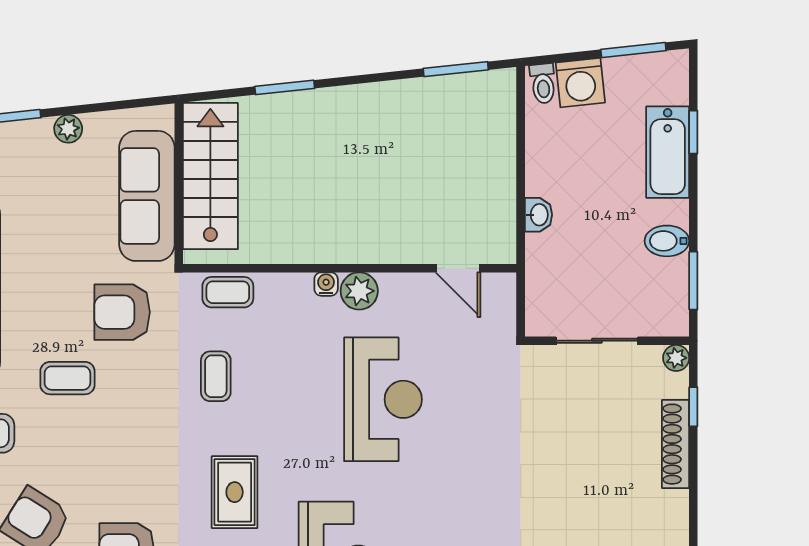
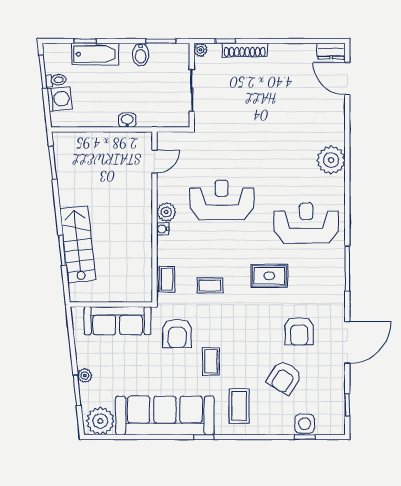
toilet: (543, 84) -> (56, 80), moved
plant: (68, 129) -> (85, 376), moved
stairs: (210, 176) -> (78, 244), moved, turned 84

